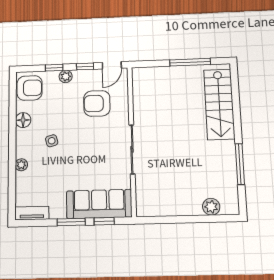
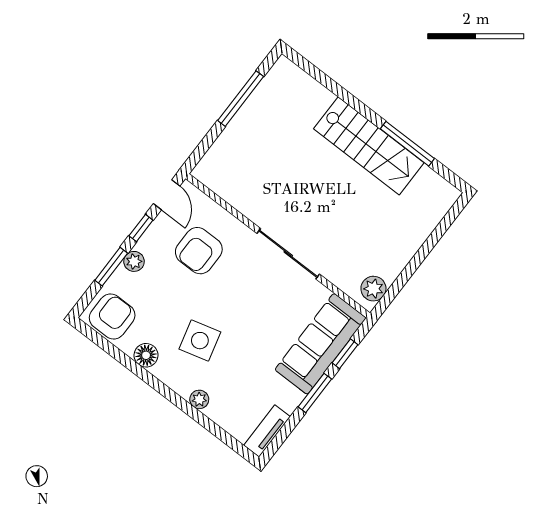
window: (54, 68) -> (111, 267), width x1.50
stairs: (219, 104) -> (369, 146), moved
side table: (52, 141) -> (200, 341), width x1.87, depth x1.87
plant: (211, 207) -> (373, 289), moved

